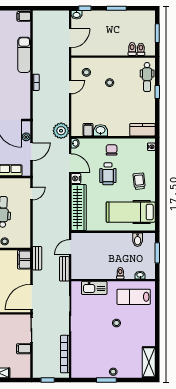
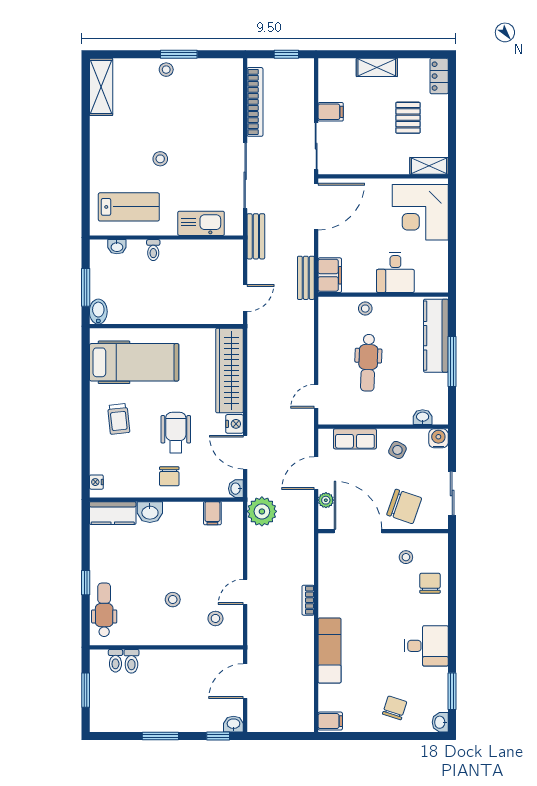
washbasin: (100, 130) -> (150, 512), moved
bidet: (138, 240) -> (98, 312), moved
bench: (64, 269) -> (256, 236), moved

